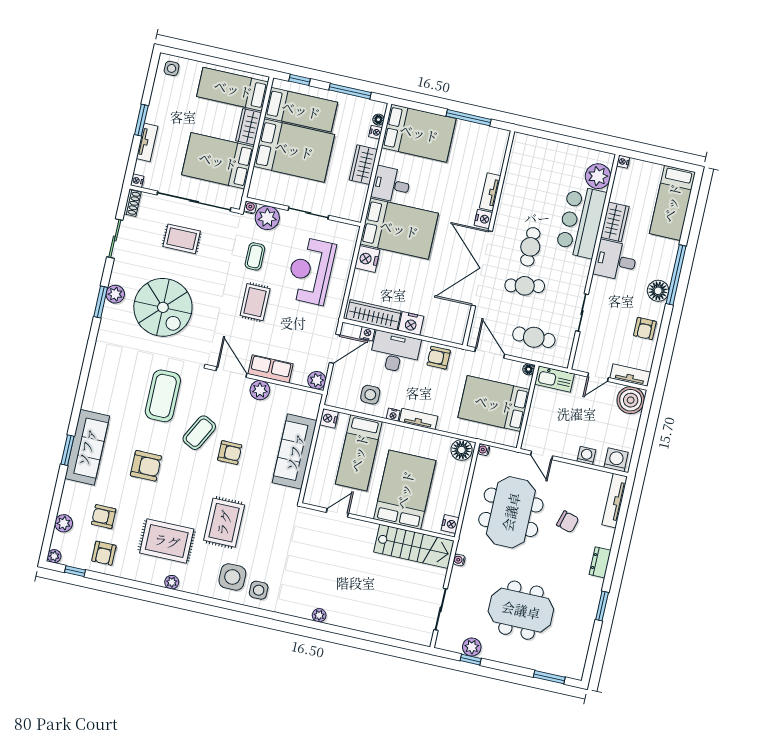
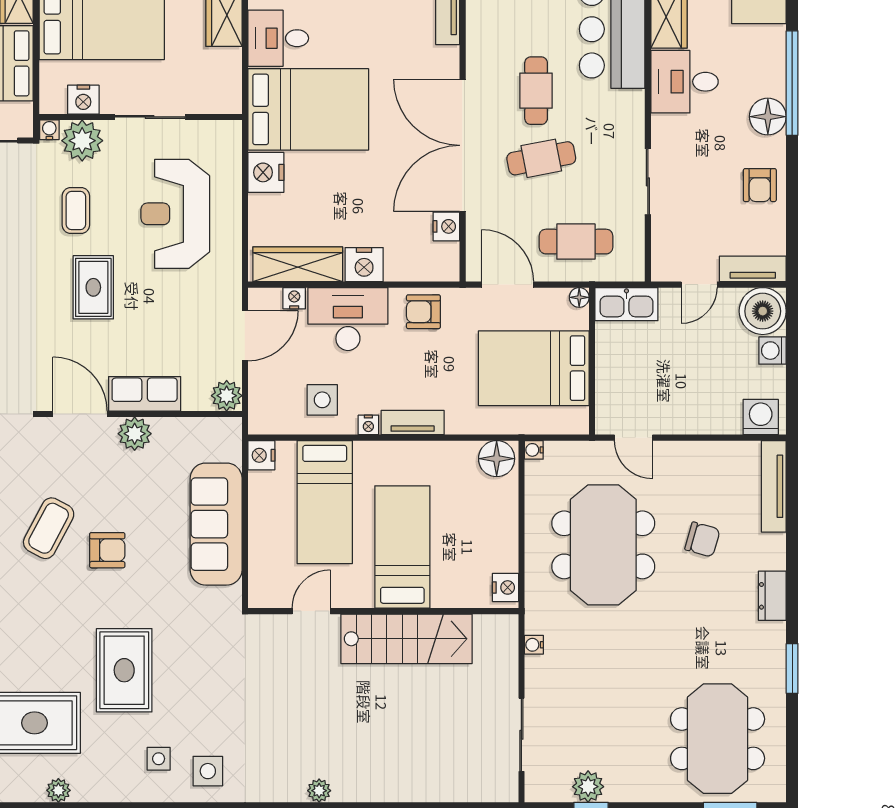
nightstand: (273, 195) -> (83, 100), added
nightstand: (483, 219) -> (446, 226), moved
washing machine: (586, 456) -> (772, 351), moved, turned -90
bed: (405, 490) -> (402, 547), width x0.67
stairs: (414, 546) -> (406, 639), moved
side table: (232, 577) -> (159, 759), width x0.54, depth x0.54
meeting table: (521, 610) -> (718, 739), moved, turned 90

